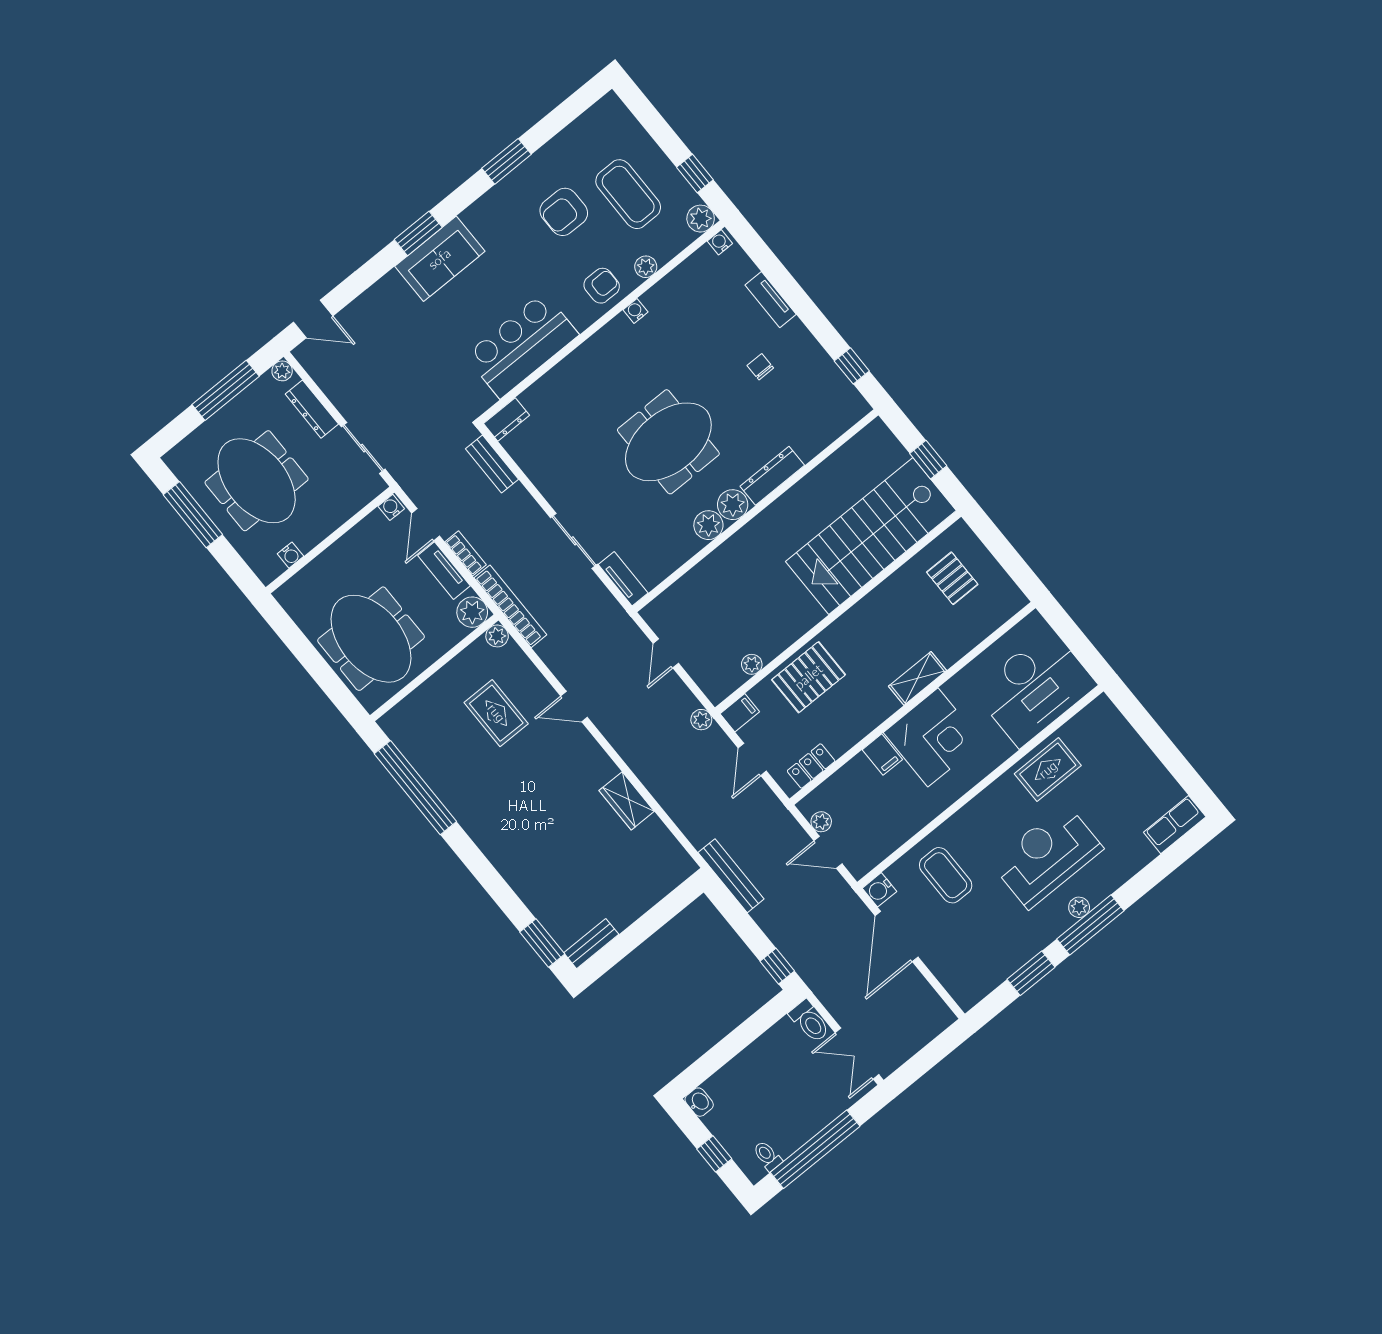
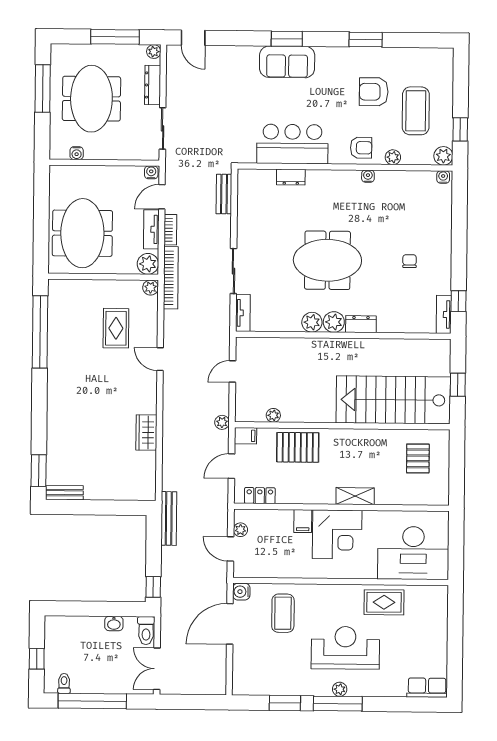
tv unit: (771, 300) -> (444, 314), moved
dresser: (506, 419) -> (291, 177), moved
dresser: (772, 476) -> (361, 324), width x0.70
washbasin: (699, 1102) -> (114, 624), moved, turned 90

